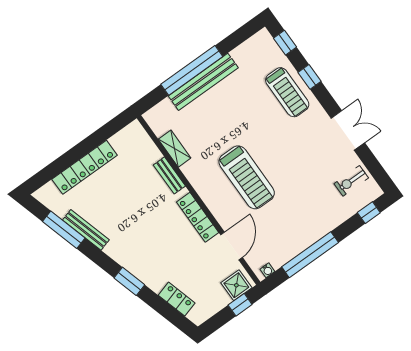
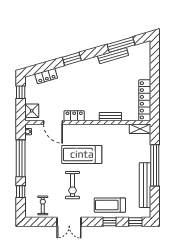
bench: (203, 82) -> (145, 185), moved
shelving: (175, 149) -> (140, 129), moved
exercise bike: (296, 161) -> (72, 185), added
locker: (85, 167) -> (145, 100), moved
window: (369, 213) -> (21, 192), moved
locker: (198, 217) -> (74, 116), width x0.66
window: (240, 305) -> (21, 92), moved

